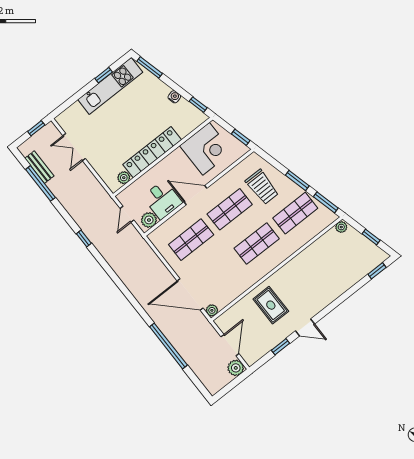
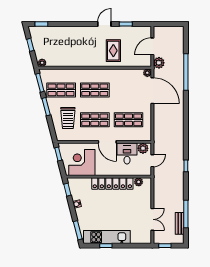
trolley: (262, 187) -> (68, 118), turned 180
door: (305, 327) -> (104, 24), hinge flipped
plant: (236, 368) -> (159, 63), moved

